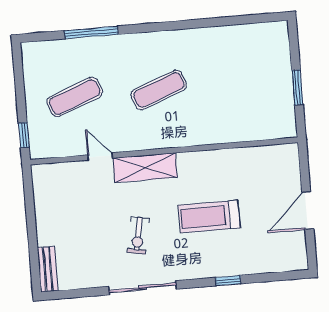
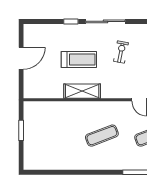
shelving: (145, 168) -> (82, 91), moved
sliding door: (142, 288) -> (105, 21), moved

